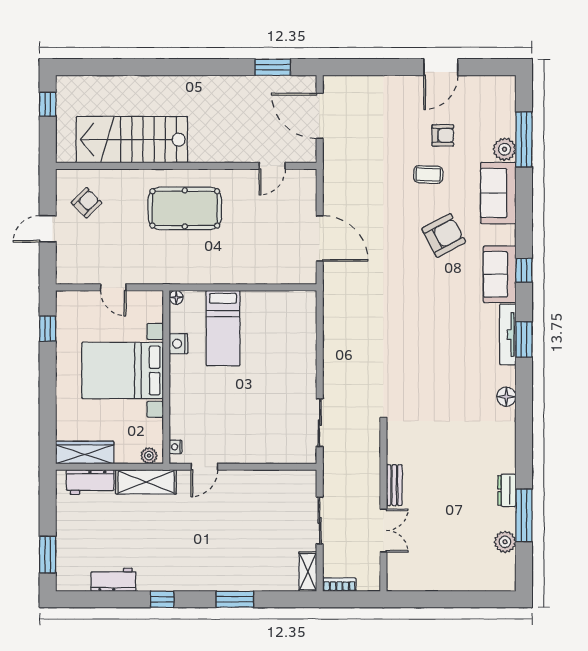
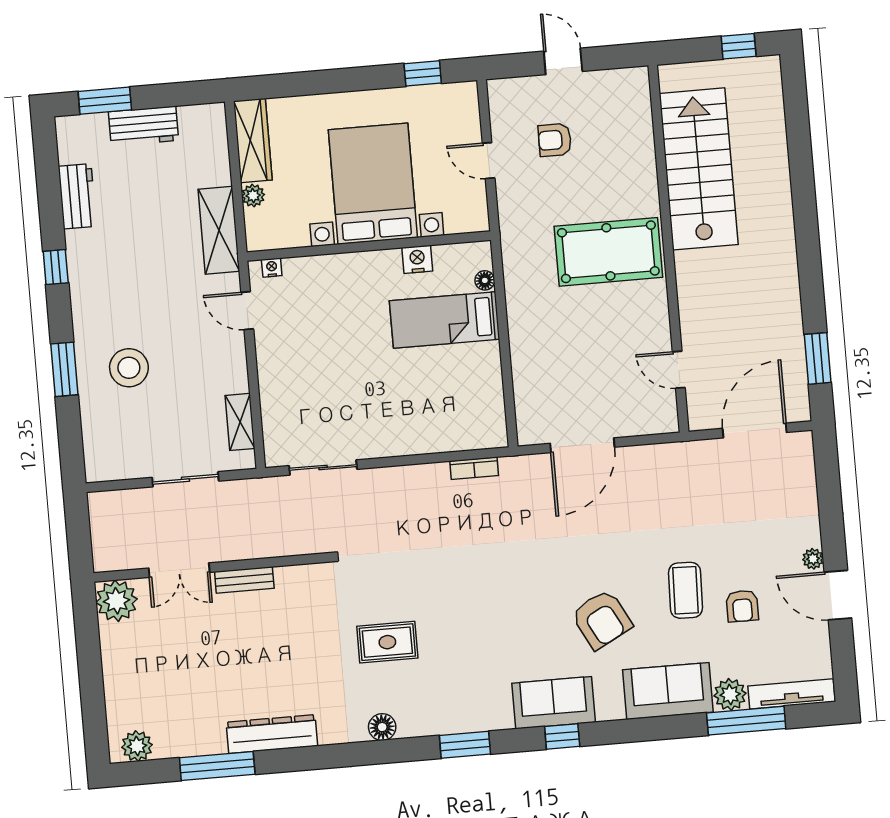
plant: (414, 83) -> (813, 559), added
coffee table: (428, 174) -> (685, 590), width x1.36, depth x1.30
armchair: (86, 203) -> (555, 140), moved, turned 135
pool table: (185, 208) -> (608, 252), turned 90
door: (113, 287) -> (489, 161), hinge flipped
floor lamp: (176, 297) -> (485, 280), moved
tv unit: (508, 334) -> (791, 694), moved
rug: (447, 388) -> (387, 642), added
plant: (149, 456) -> (253, 195), moved
workbench: (90, 482) -> (144, 126), moved, turned -90
dresser: (507, 490) -> (272, 734), width x1.96, depth x1.24
plant: (505, 542) -> (137, 746), moved
stool: (238, 554) -> (129, 368), added
shelving: (308, 572) -> (240, 422), moved, turned 90
plant: (401, 576) -> (117, 601), added
bookcase: (339, 585) -> (474, 468), moved, turned 90

